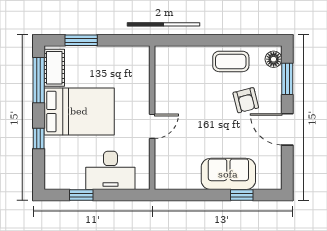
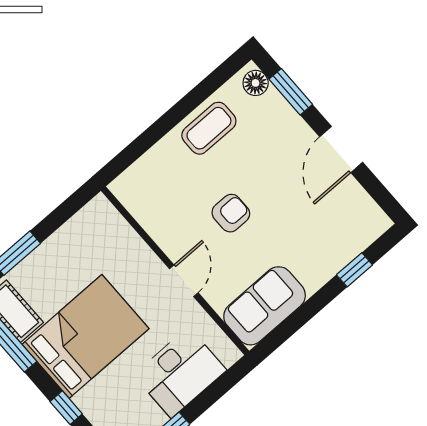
armchair: (246, 100) -> (231, 213), moved, turned -76
door: (287, 129) -> (341, 149), hinge flipped
sofa: (228, 174) -> (265, 306), moved

